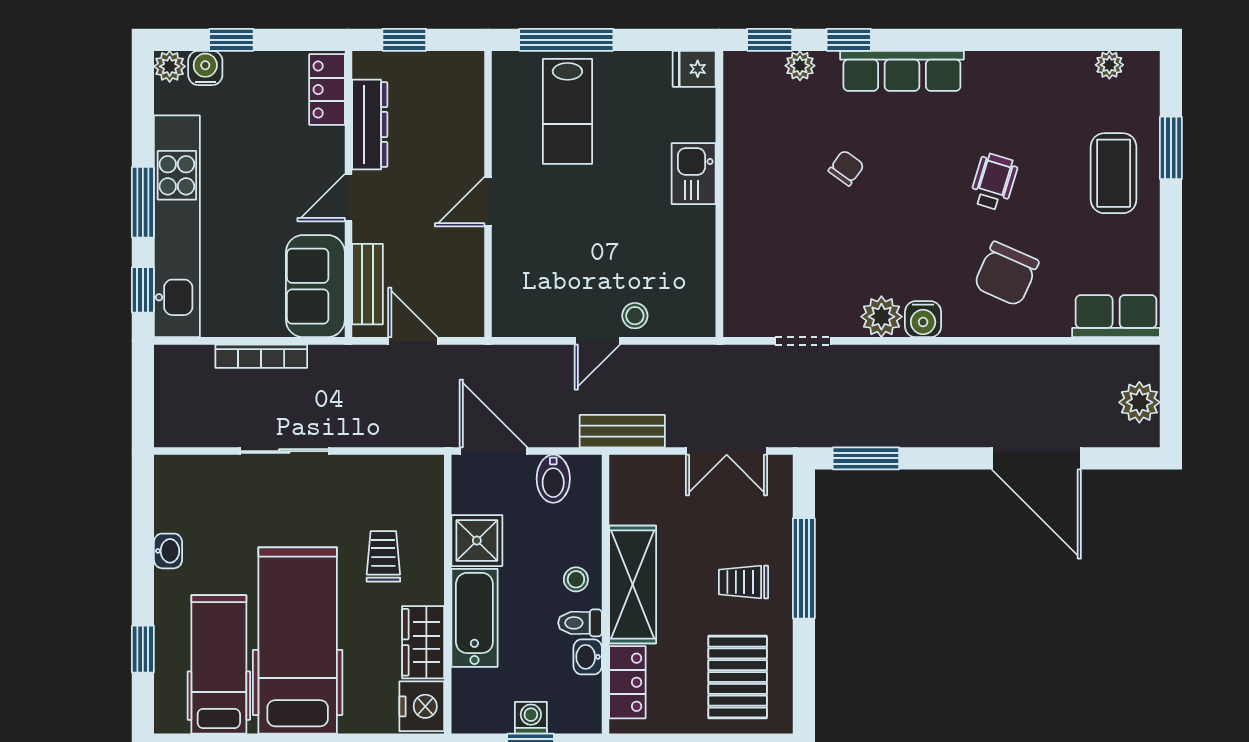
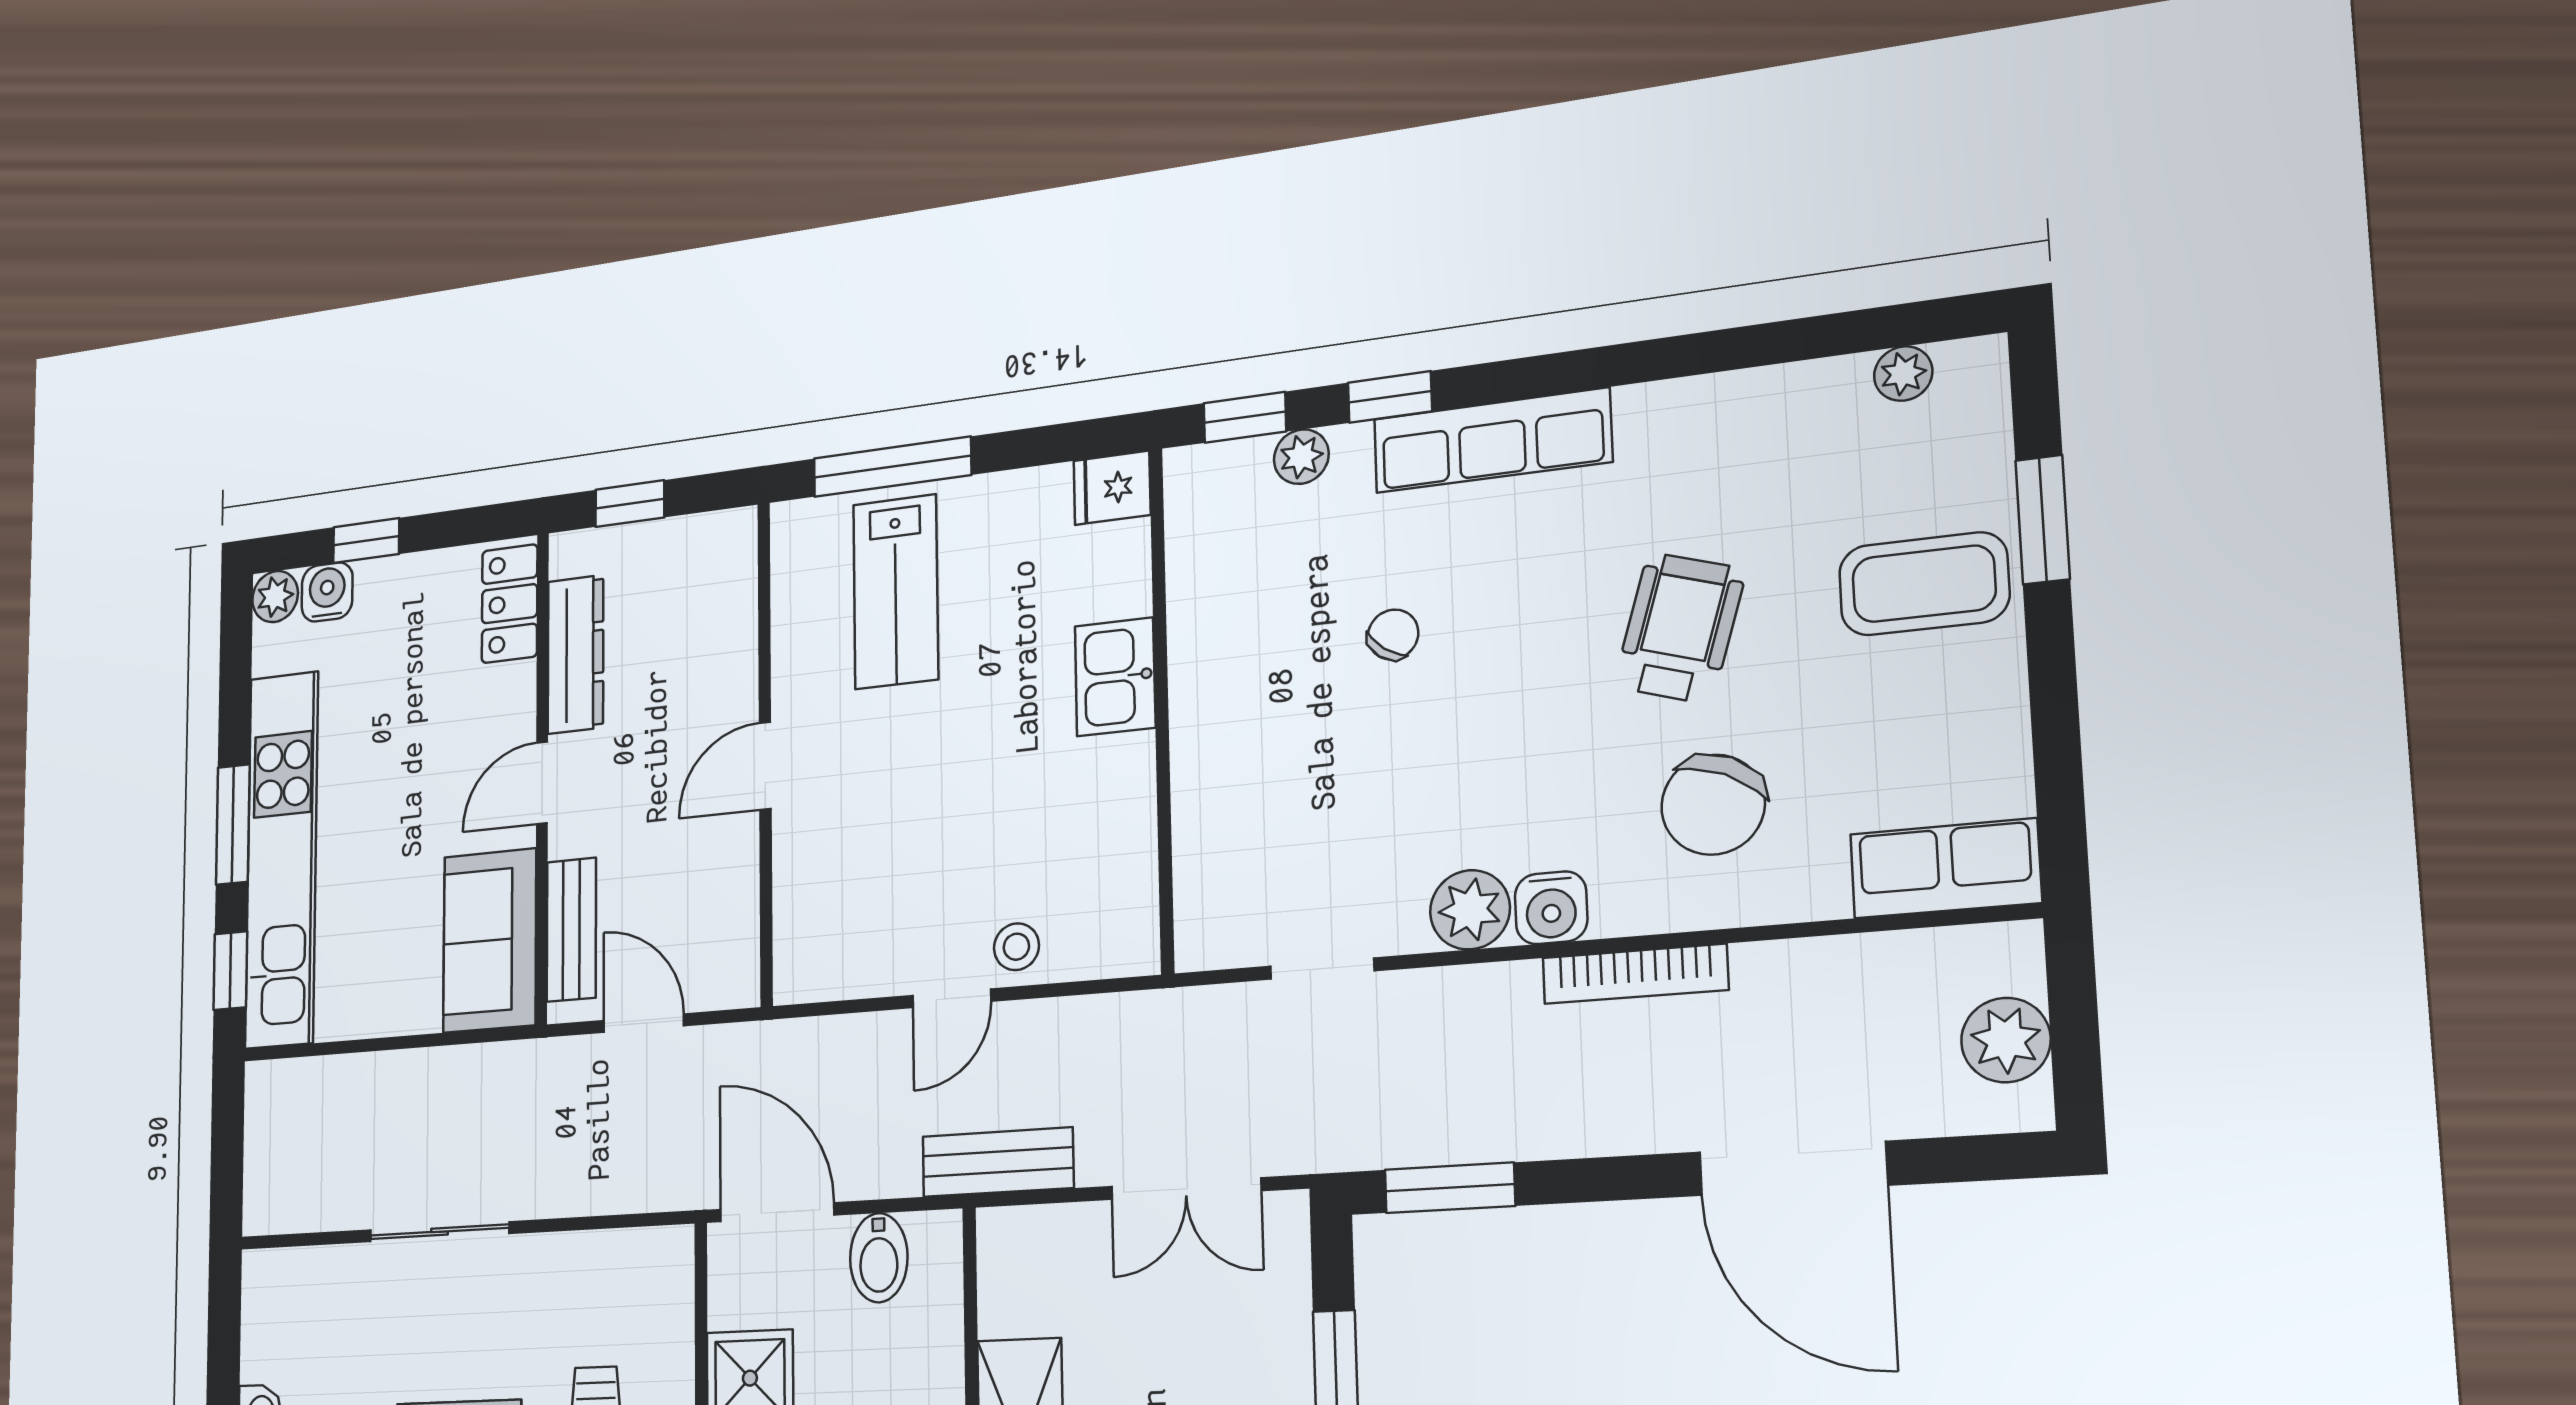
coffee table: (1114, 173) -> (1924, 584), turned 90
wheelchair: (994, 182) -> (1680, 628), width x1.36, depth x1.37
bookcase: (261, 356) -> (1635, 974), moved

